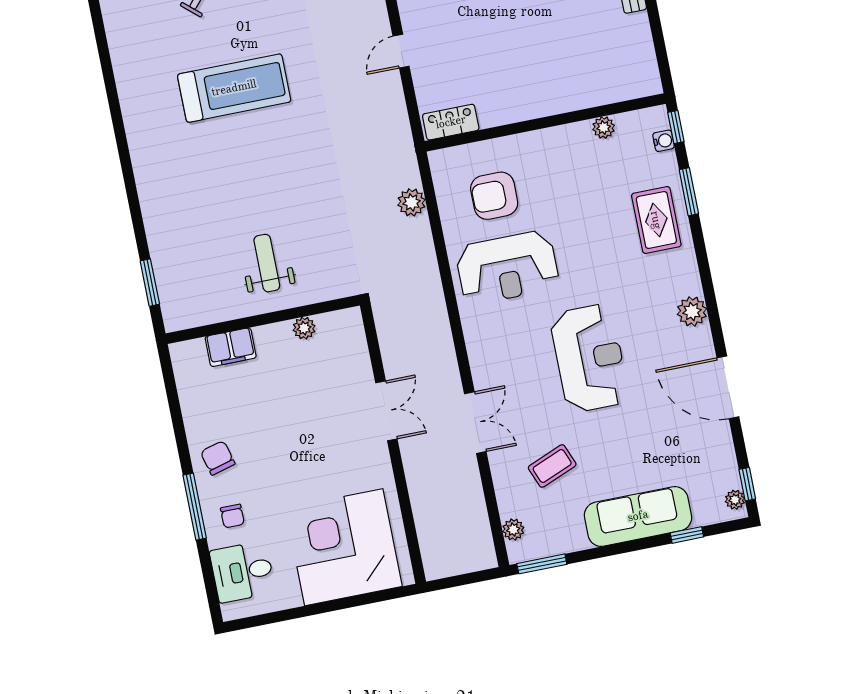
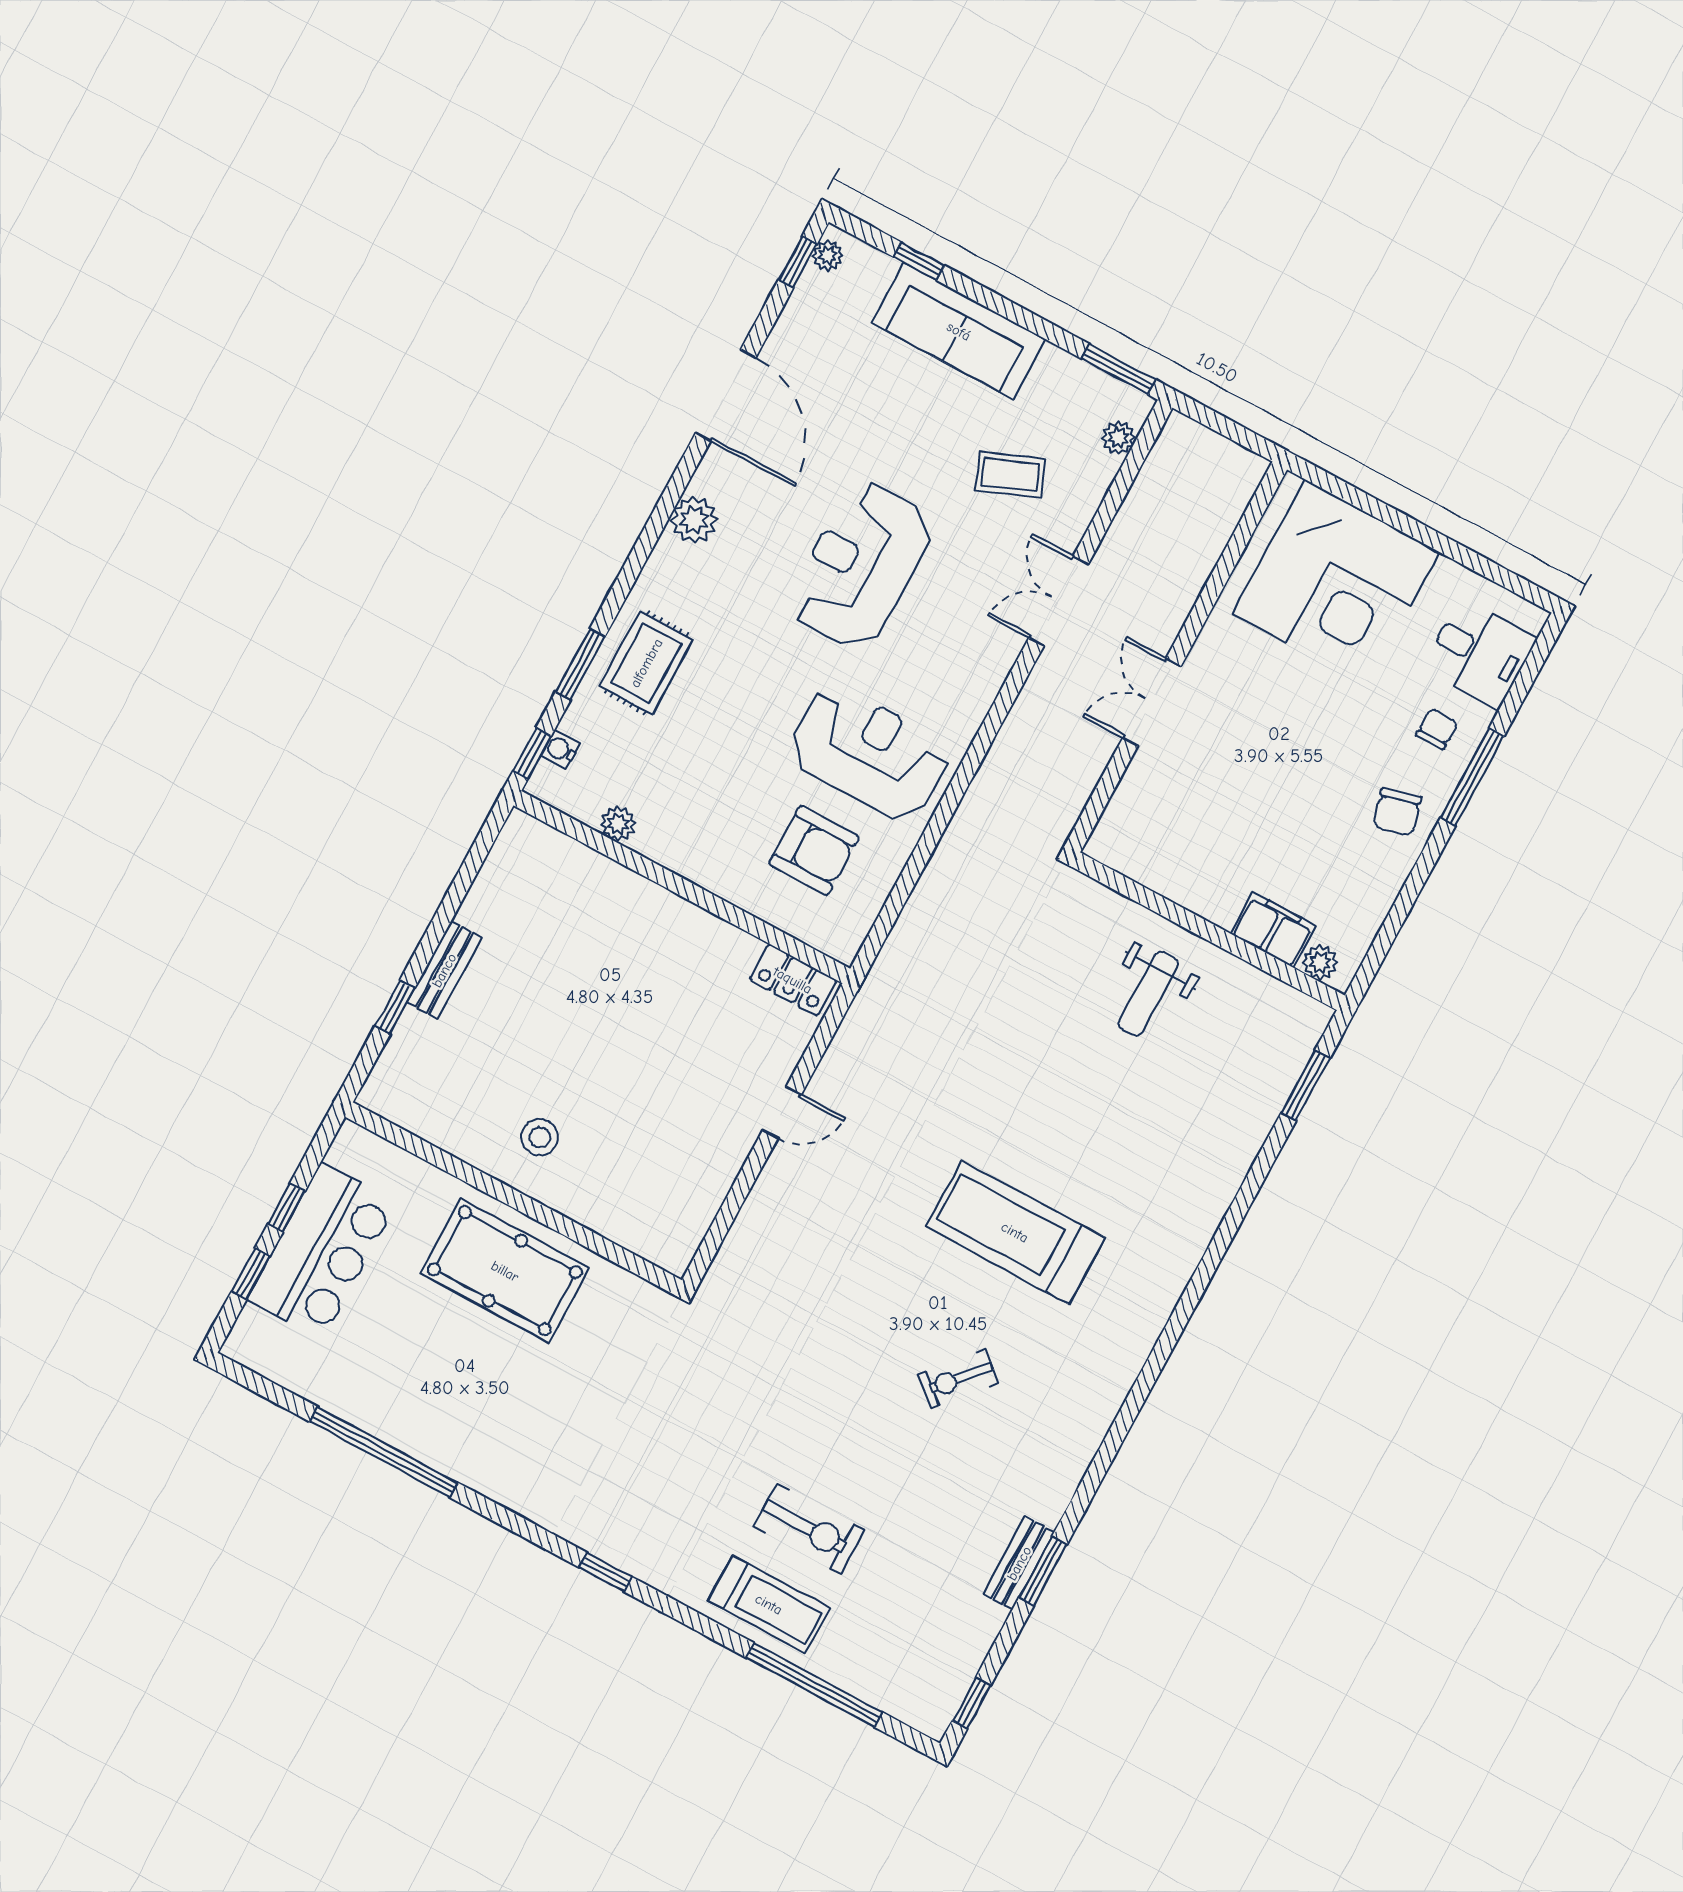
plant: (412, 202) -> (918, 924), removed
plant: (304, 328) -> (1320, 963), moved

